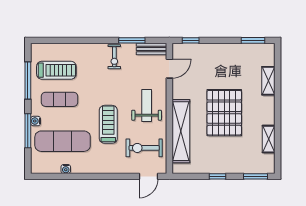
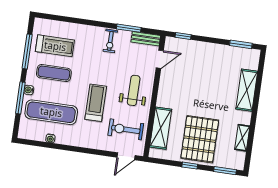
shelving: (268, 81) -> (247, 90), width x1.50, depth x1.33
pallet: (224, 113) -> (200, 139), moved
shelving: (181, 131) -> (161, 128), width x0.68

